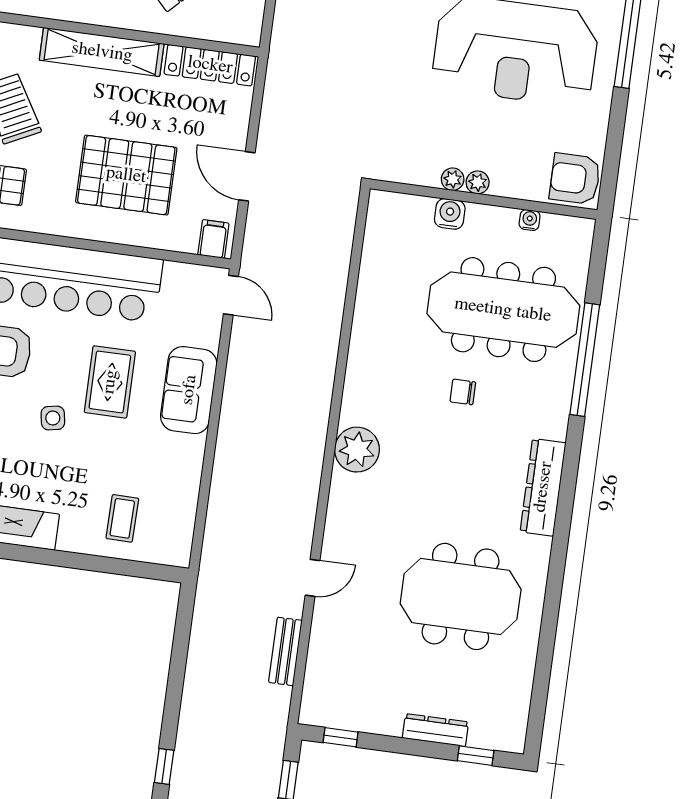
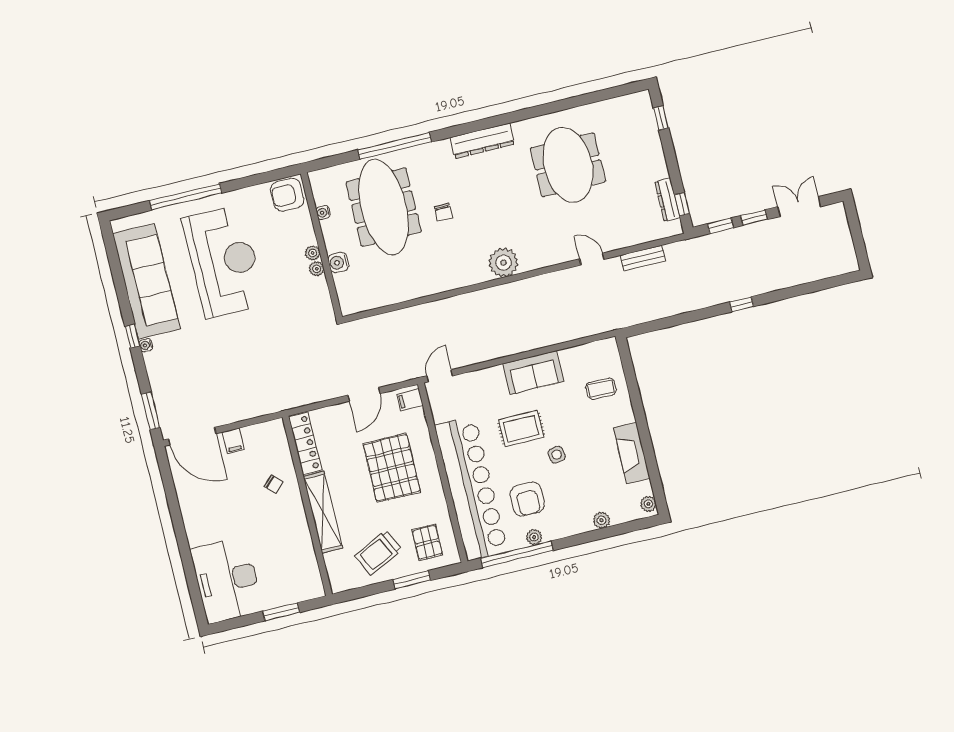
armchair: (575, 179) -> (287, 195), turned 90
sofa: (189, 390) -> (533, 372), moved
dresser: (435, 730) -> (668, 200), moved

